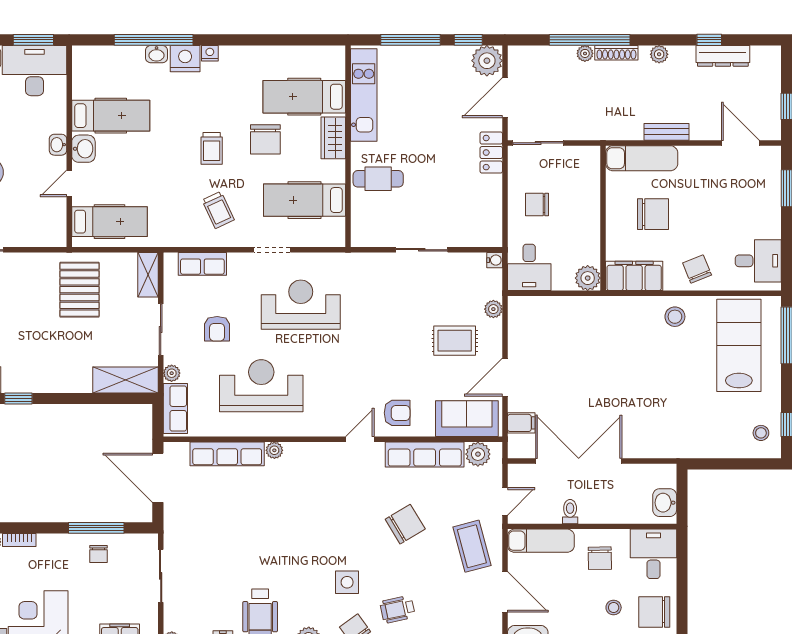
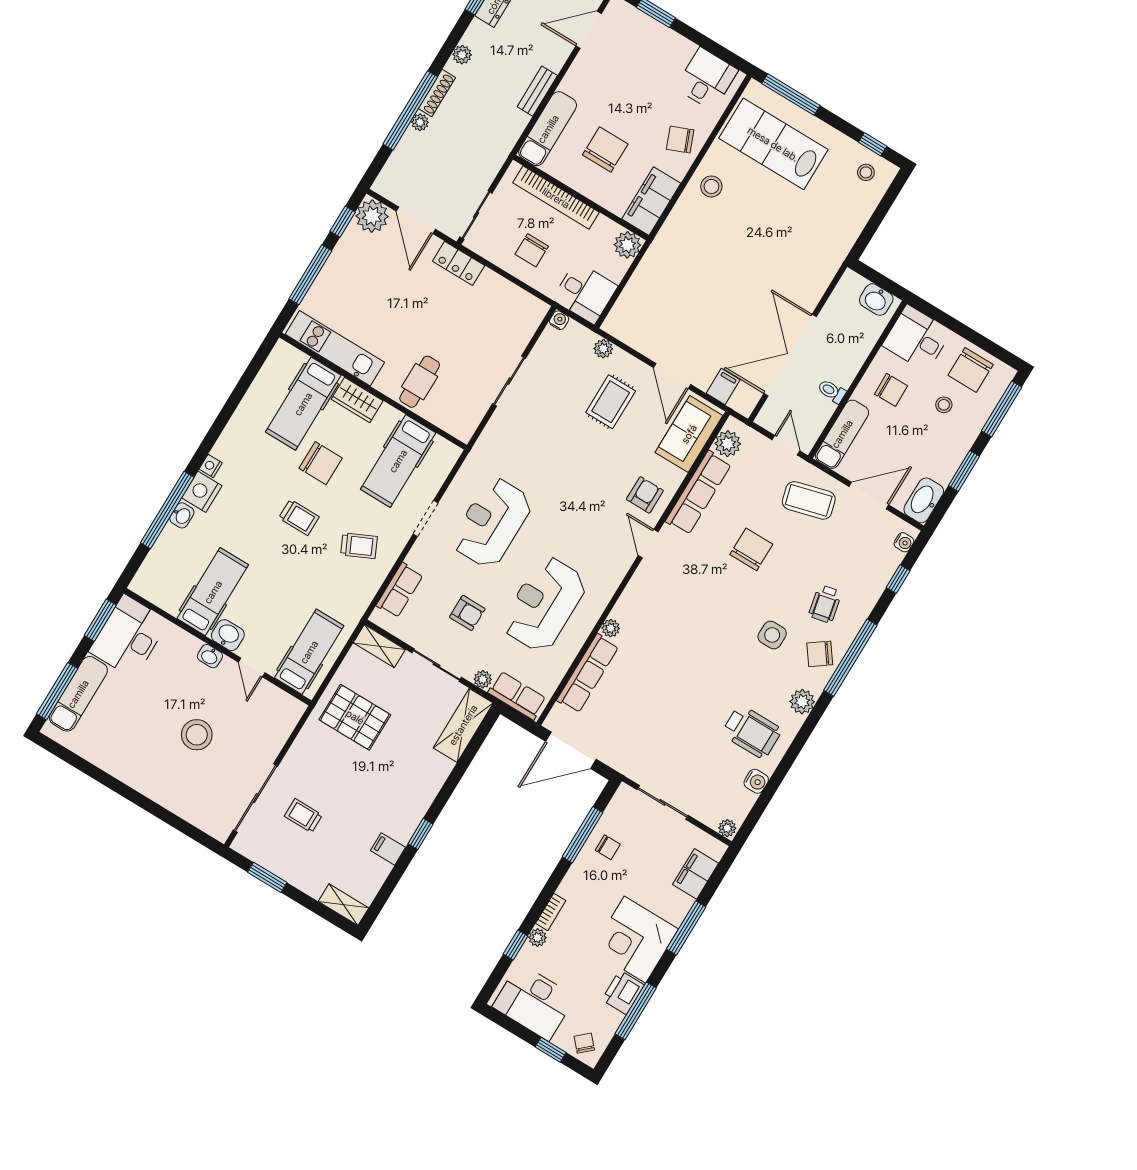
bookcase: (591, 198) -> (556, 198), added
chair: (405, 524) -> (751, 549), turned 31

